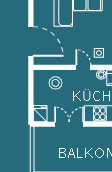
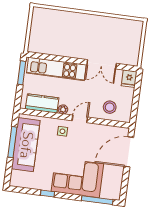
door: (31, 41) -> (129, 152), hinge flipped
door: (83, 67) -> (80, 119), swing flipped

